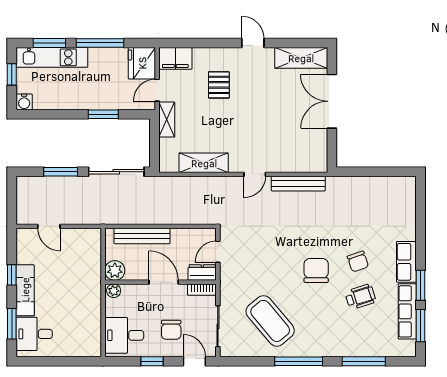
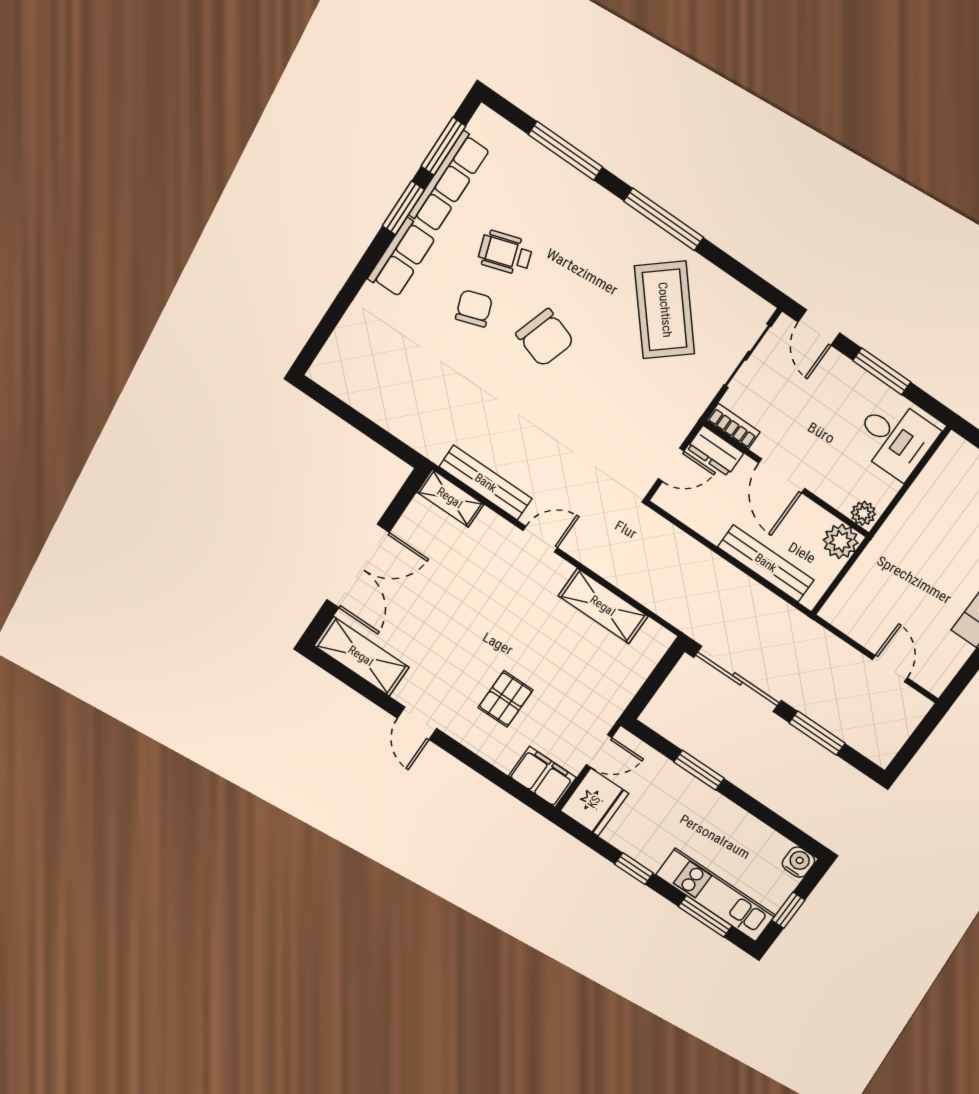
window: (100, 43) -> (634, 869), width x0.46
shelving: (167, 120) -> (450, 498), moved, turned 90
chair: (316, 270) -> (545, 338), turned -72
chair: (171, 330) -> (820, 398), removed
window: (152, 361) -> (882, 371), width x1.50

